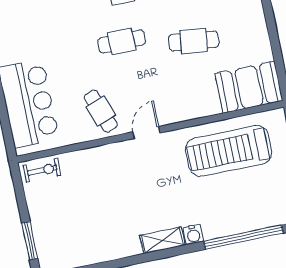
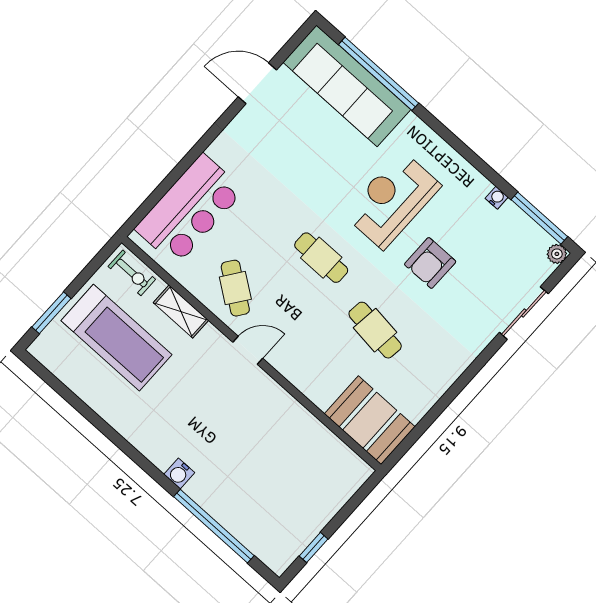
cafe table: (101, 111) -> (235, 288), turned -34
treadmill: (229, 151) -> (116, 338), moved, turned 180
shelving: (162, 240) -> (181, 311), moved

